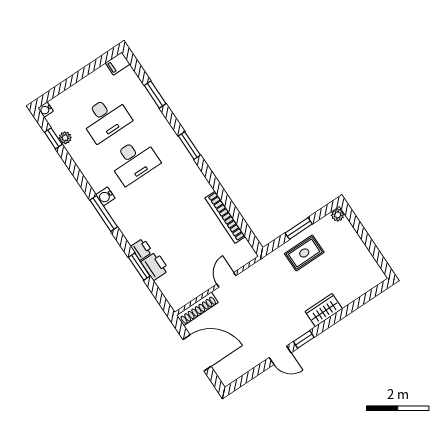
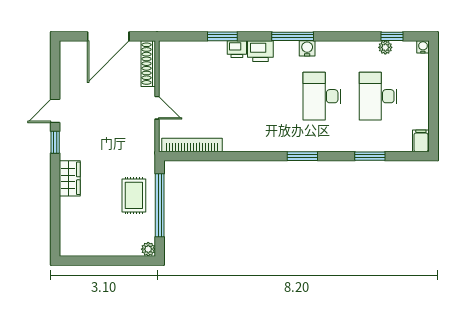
bookcase: (225, 217) -> (192, 145), moved
window: (299, 229) -> (160, 205), width x2.11
printer: (155, 266) -> (260, 51), moved

